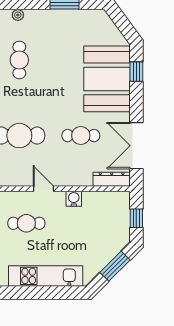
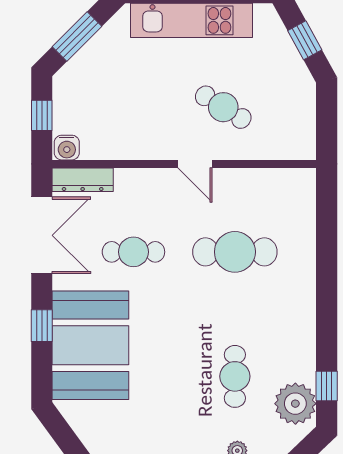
window: (136, 72) -> (42, 326), moved
water cooler: (74, 199) -> (67, 148), moved
cafe table: (26, 223) -> (223, 107), turned 32

